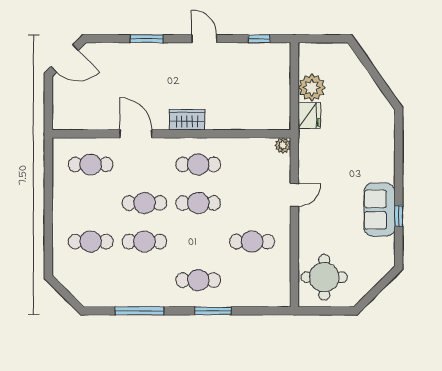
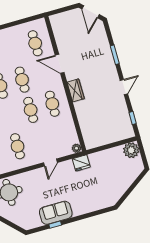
plant: (312, 87) -> (131, 150), moved
fridge: (309, 116) -> (81, 163), moved
door: (136, 134) -> (60, 64), swing flipped
door: (294, 195) -> (50, 163), hinge flipped

